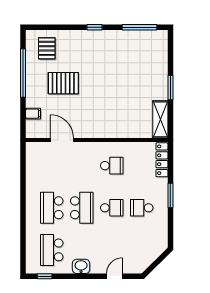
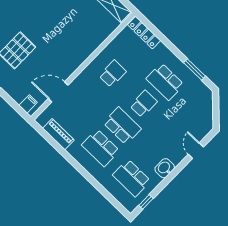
filing cabinet: (33, 114) -> (28, 104), moved
piano: (32, 169) -> (58, 134), added
window: (170, 195) -> (195, 69), moved
school desk: (142, 208) -> (165, 82), width x1.85

